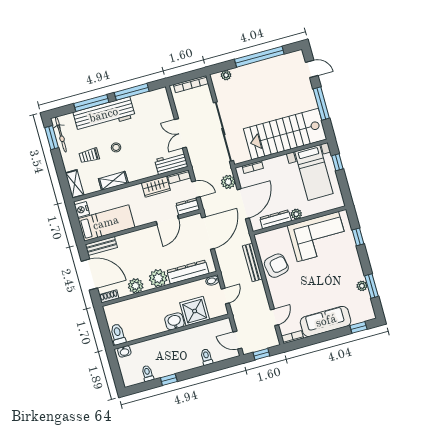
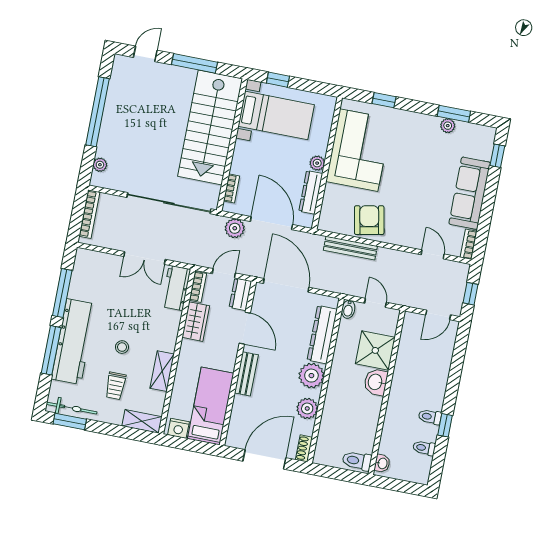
bench: (101, 246) -> (246, 374), moved
toilet: (207, 357) -> (430, 417), moved

